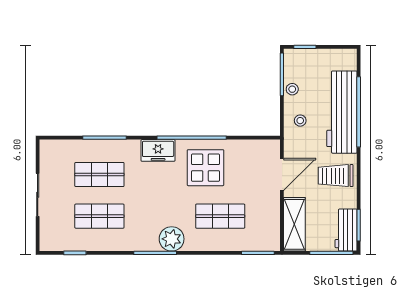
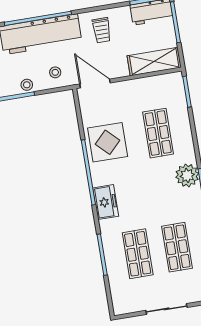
display table: (205, 168) -> (108, 142), moved
door: (282, 174) -> (95, 83), moved
trolley: (336, 176) -> (102, 30), width x0.73, depth x0.72

